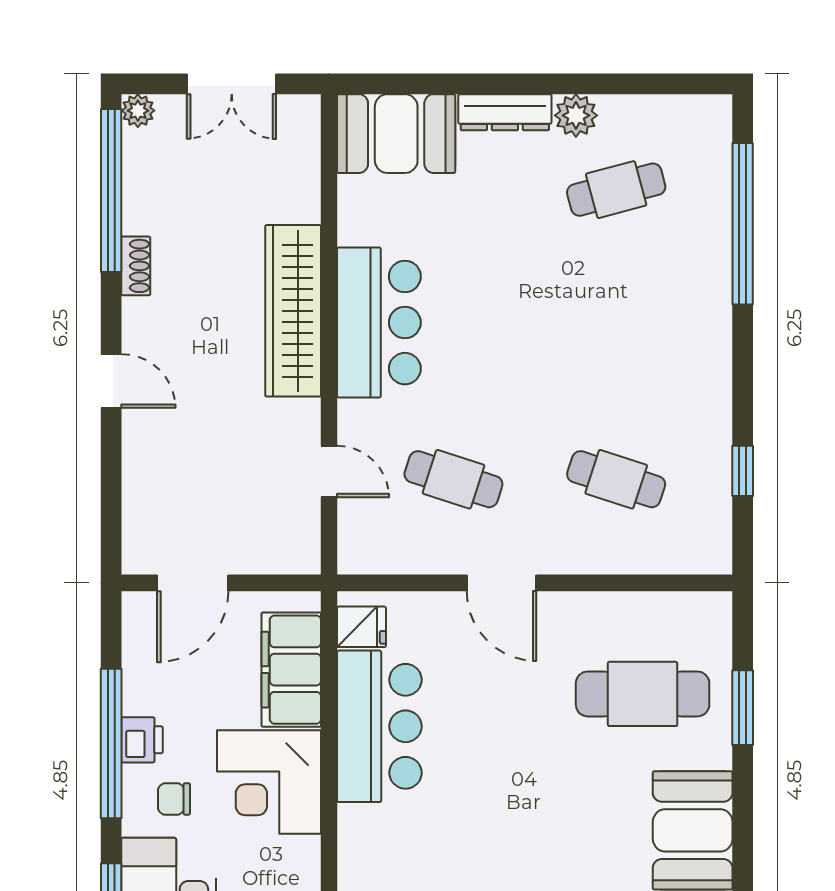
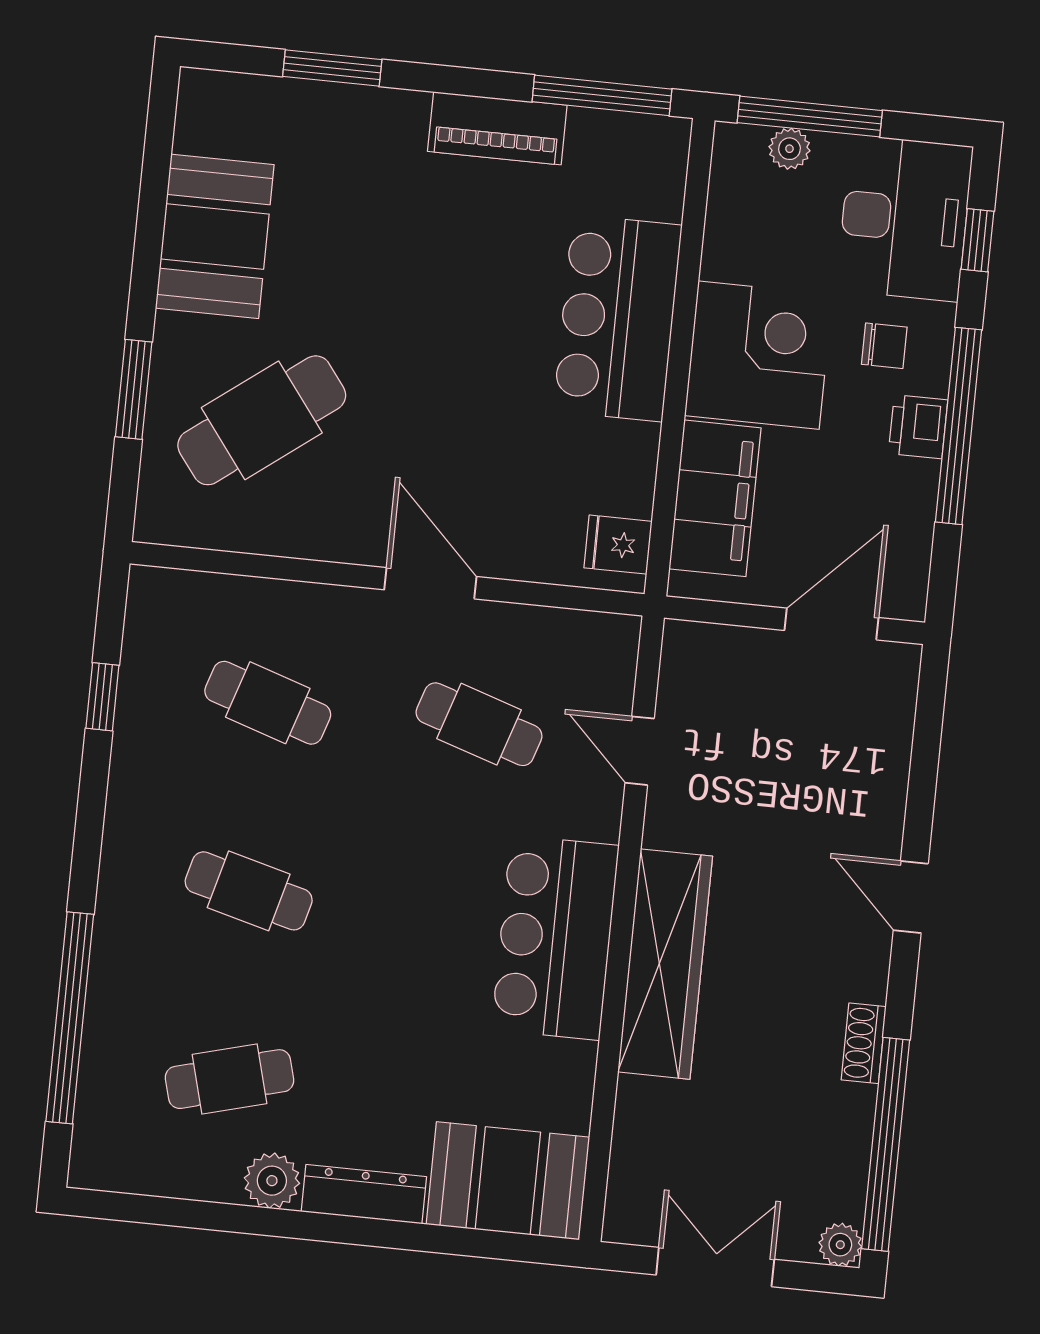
cafe table: (616, 334) -> (249, 891), added
cafe table: (643, 694) -> (262, 420), turned -37
bar counter: (379, 726) -> (618, 318), moved

